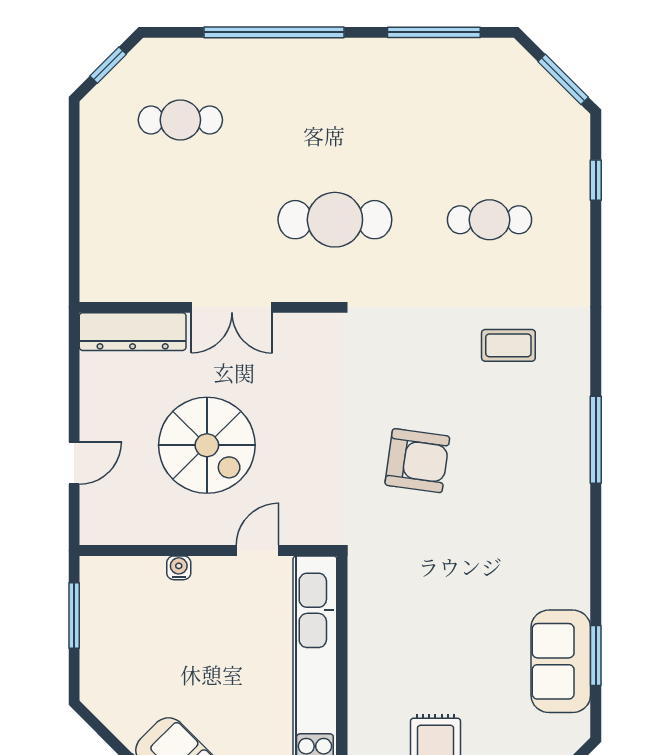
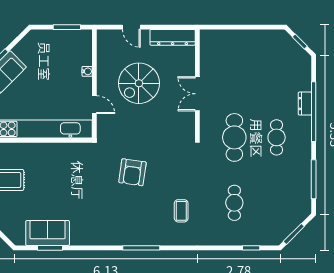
dresser: (255, 53) -> (305, 104), added
cafe table: (180, 120) -> (277, 137), moved
dresser: (133, 332) -> (173, 37), moved, turned -90

